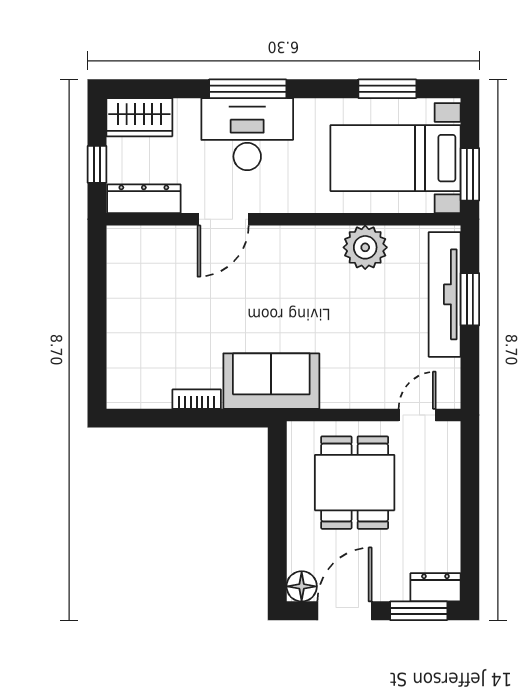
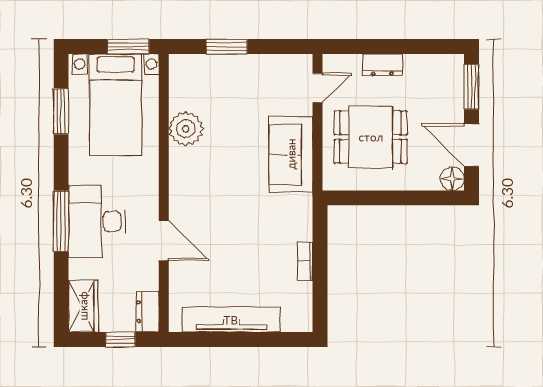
dresser: (144, 199) -> (148, 312), width x0.70
tv unit: (445, 294) -> (231, 320), moved, turned 180
sofa: (271, 381) -> (291, 154), moved
door: (417, 415) -> (318, 88), swing flipped
dresser: (435, 587) -> (383, 65), moved, turned -90

